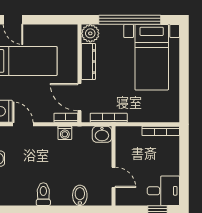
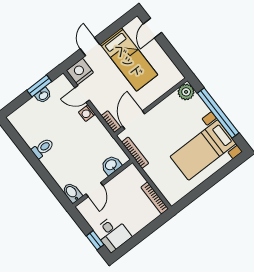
dresser: (88, 62) -> (165, 106), removed
door: (23, 124) -> (82, 94), swing flipped
washing machine: (65, 133) -> (87, 113), moved
washbasin: (102, 134) -> (111, 165), moved, turned 90
bidet: (80, 195) -> (72, 193), moved, turned -90

